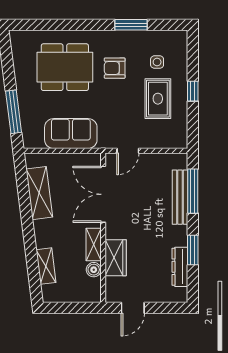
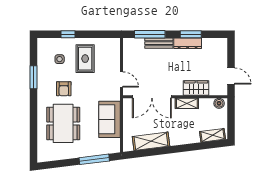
window: (193, 91) -> (68, 34), moved
rug: (158, 99) -> (85, 59), turned 90
bench: (180, 197) -> (159, 43), width x0.73
shelving: (46, 266) -> (212, 135), moved
dresser: (180, 267) -> (188, 43), moved
boiler: (94, 270) -> (219, 103), moved

